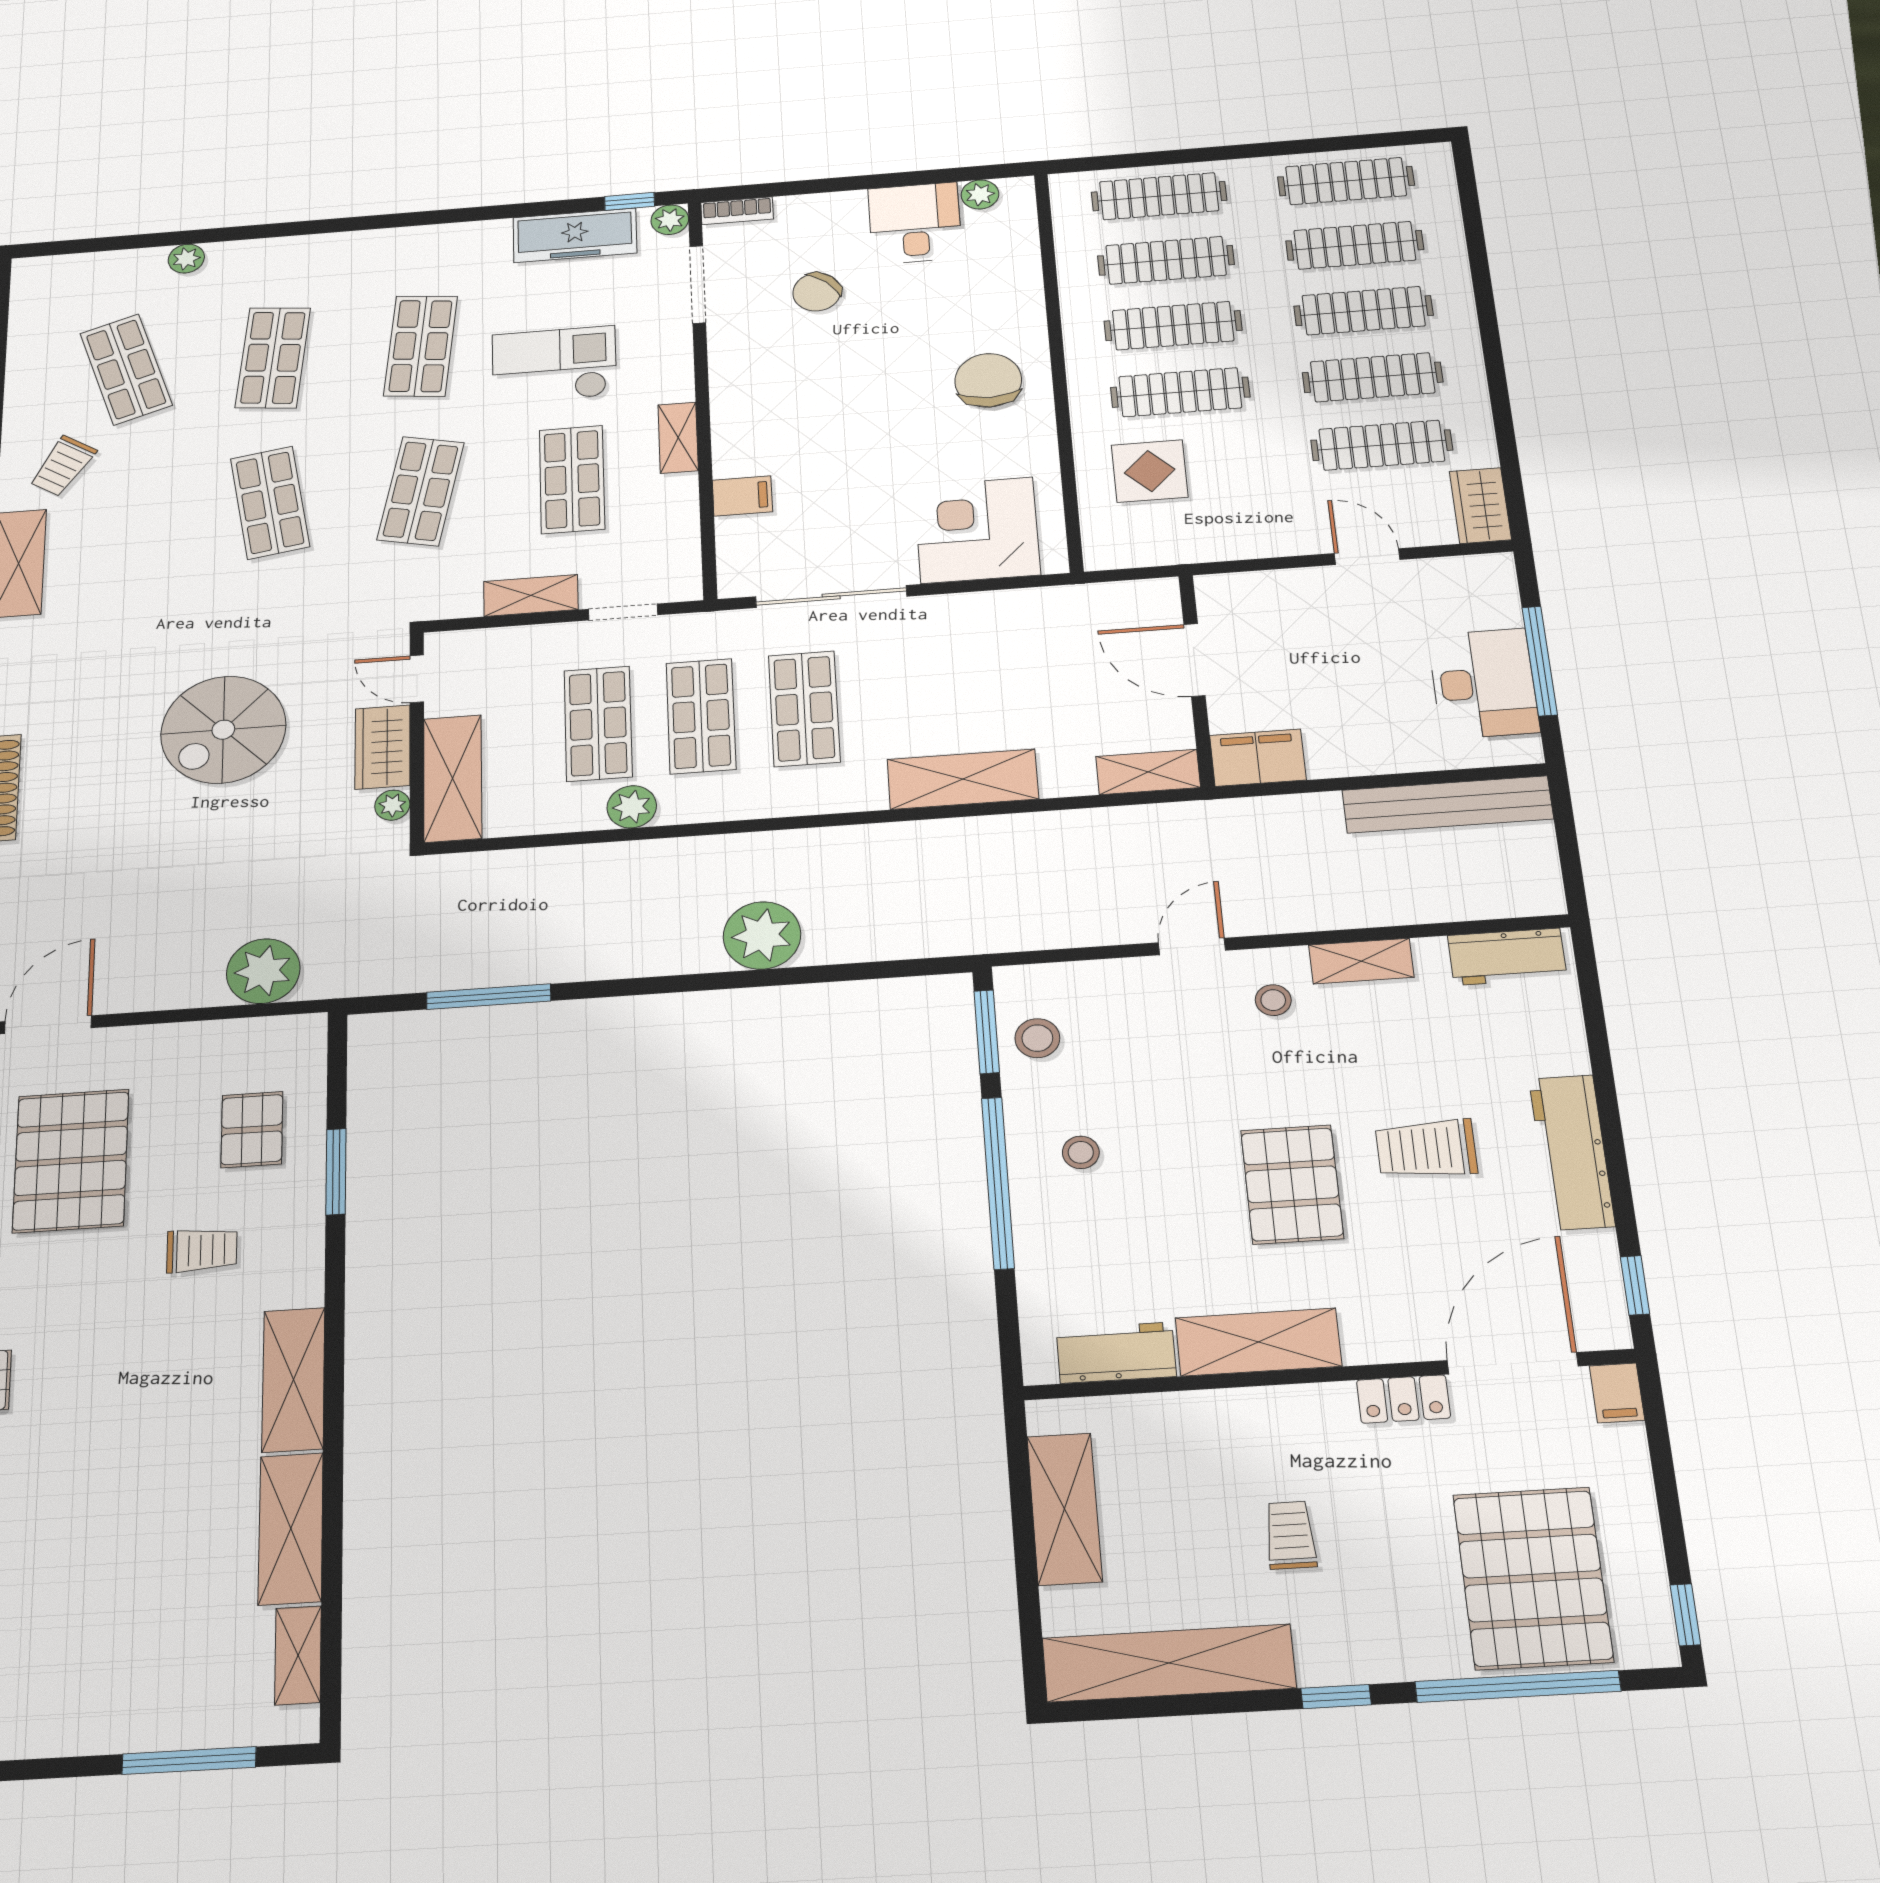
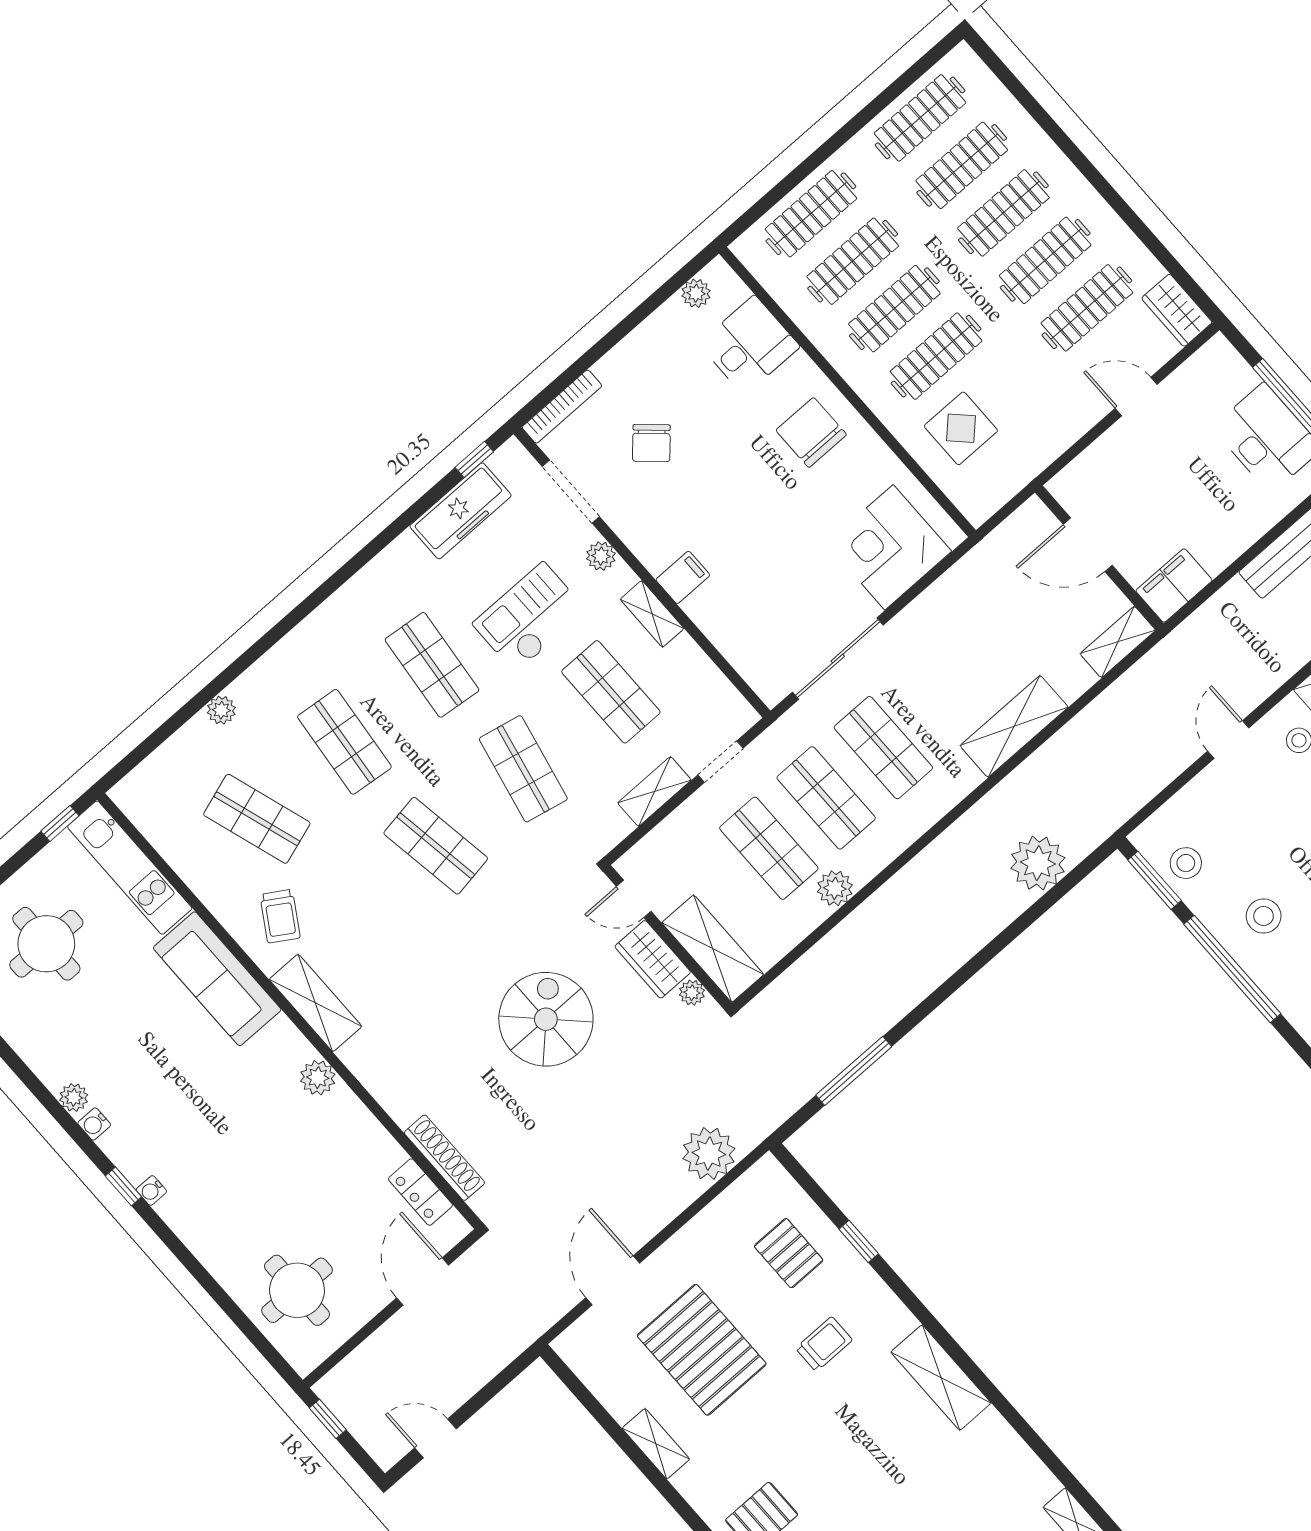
bookcase: (737, 211) -> (562, 407), width x1.56
plant: (670, 220) -> (601, 556), moved
desk: (915, 223) -> (749, 345), moved, turned 90
filing cabinet: (742, 496) -> (683, 577), moved
spiral stairs: (223, 730) -> (546, 1019), turned 180
plant: (762, 935) -> (1038, 863), moved
stool: (1081, 1152) -> (1264, 916), width x1.37, depth x1.37
window: (336, 1172) -> (859, 1241), width x0.67
shelving: (291, 1529) -> (1012, 1459), removed

